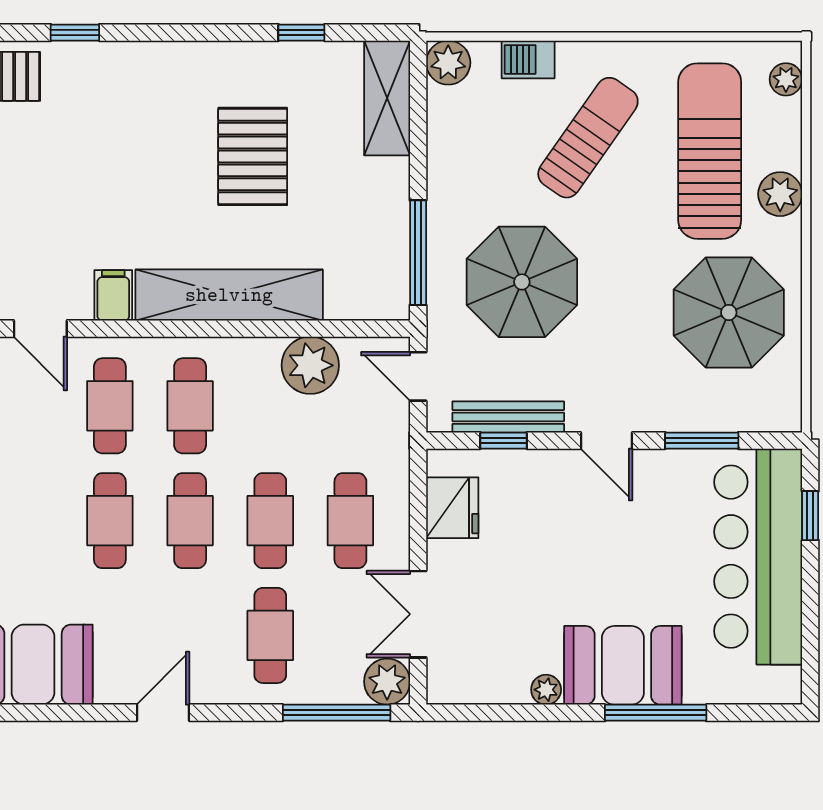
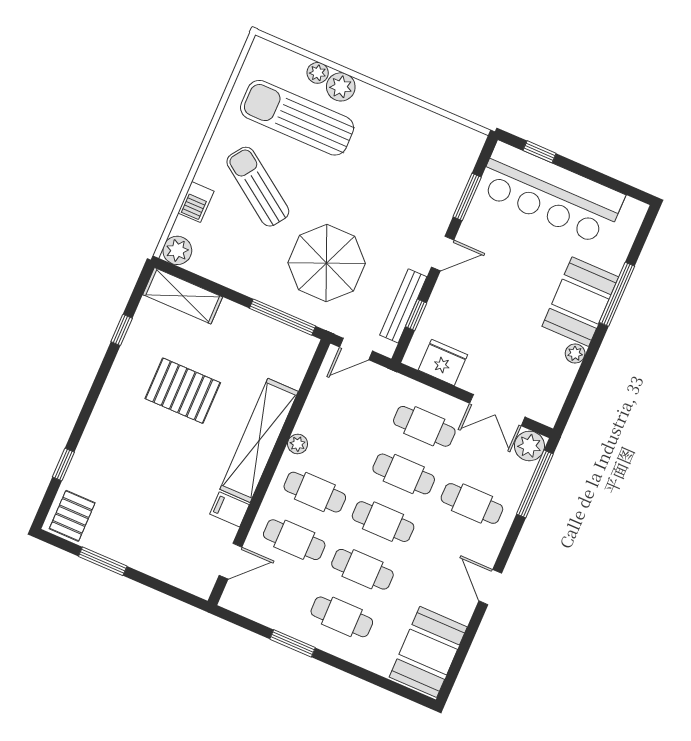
plant: (786, 79) -> (318, 73), moved
parasol: (729, 312) -> (398, 148), removed
plant: (310, 365) -> (298, 444), moved, width x0.53, depth x0.53
cafe table: (30, 521) -> (342, 617), added

